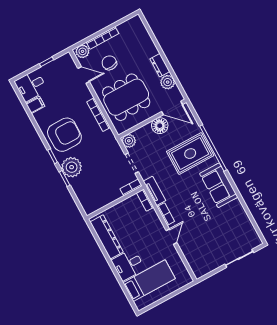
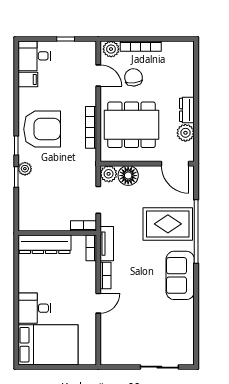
floor lamp: (160, 126) -> (128, 176), moved
plant: (72, 167) -> (25, 169), width x0.53, depth x0.53
dresser: (107, 237) -> (45, 244), moved, turned 90
bed: (149, 281) -> (48, 345), width x1.50

